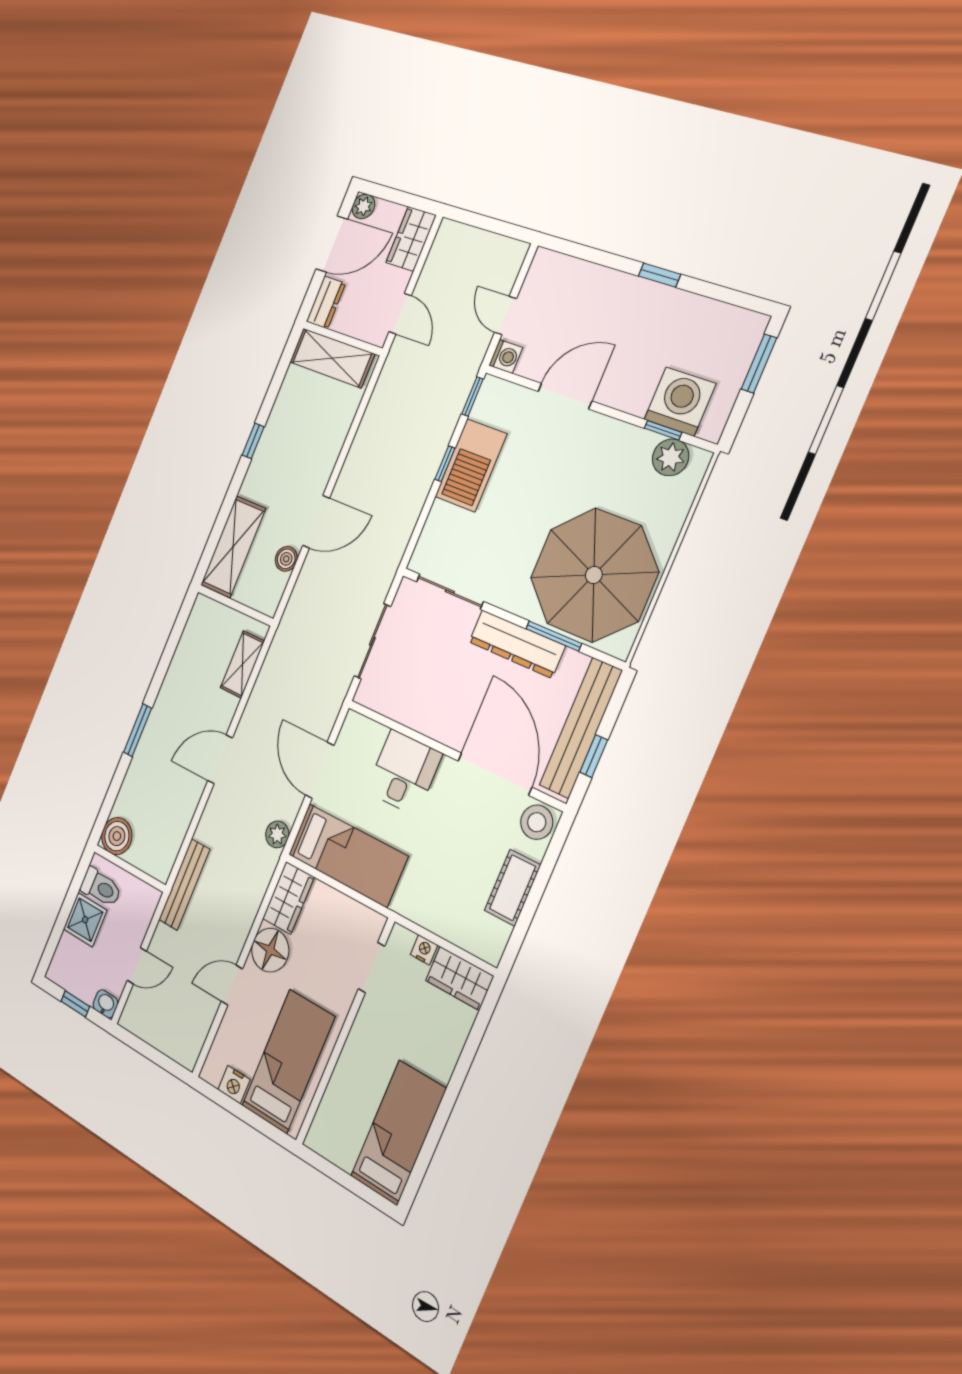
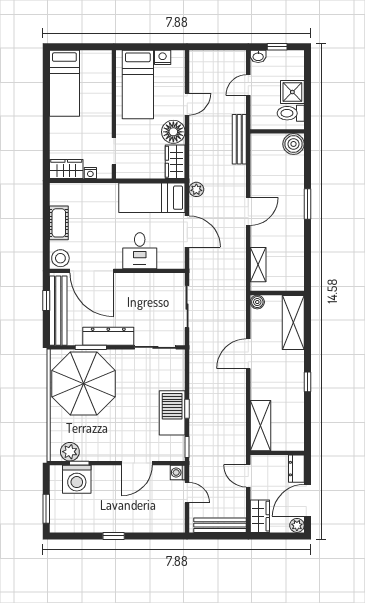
bench: (477, 242) -> (220, 525), added
shelving: (332, 358) -> (260, 426), moved, turned 90
boiler: (286, 559) -> (257, 302), moved

